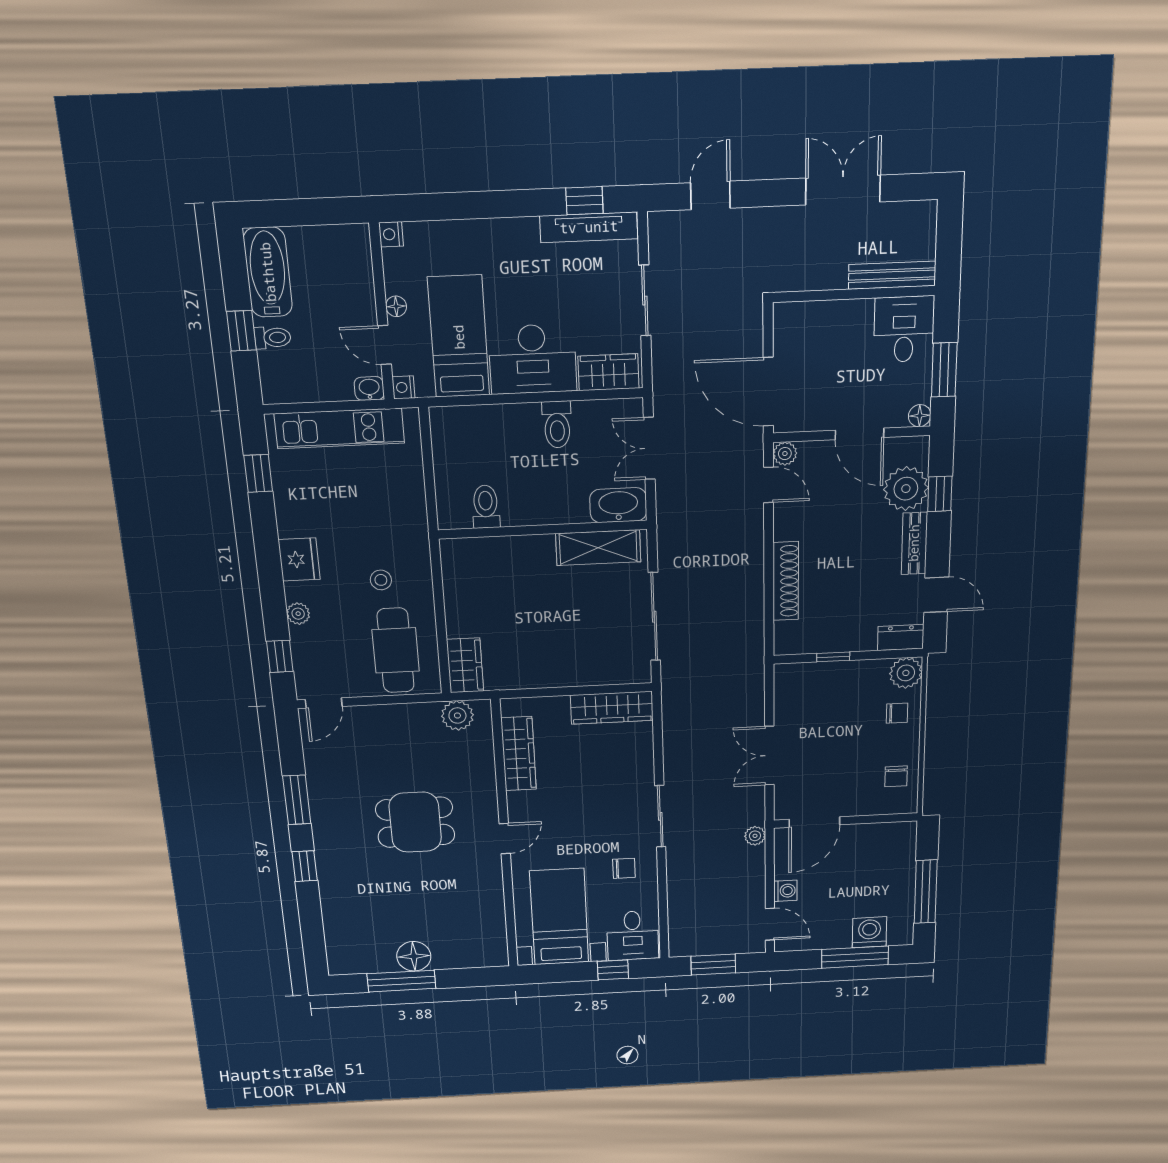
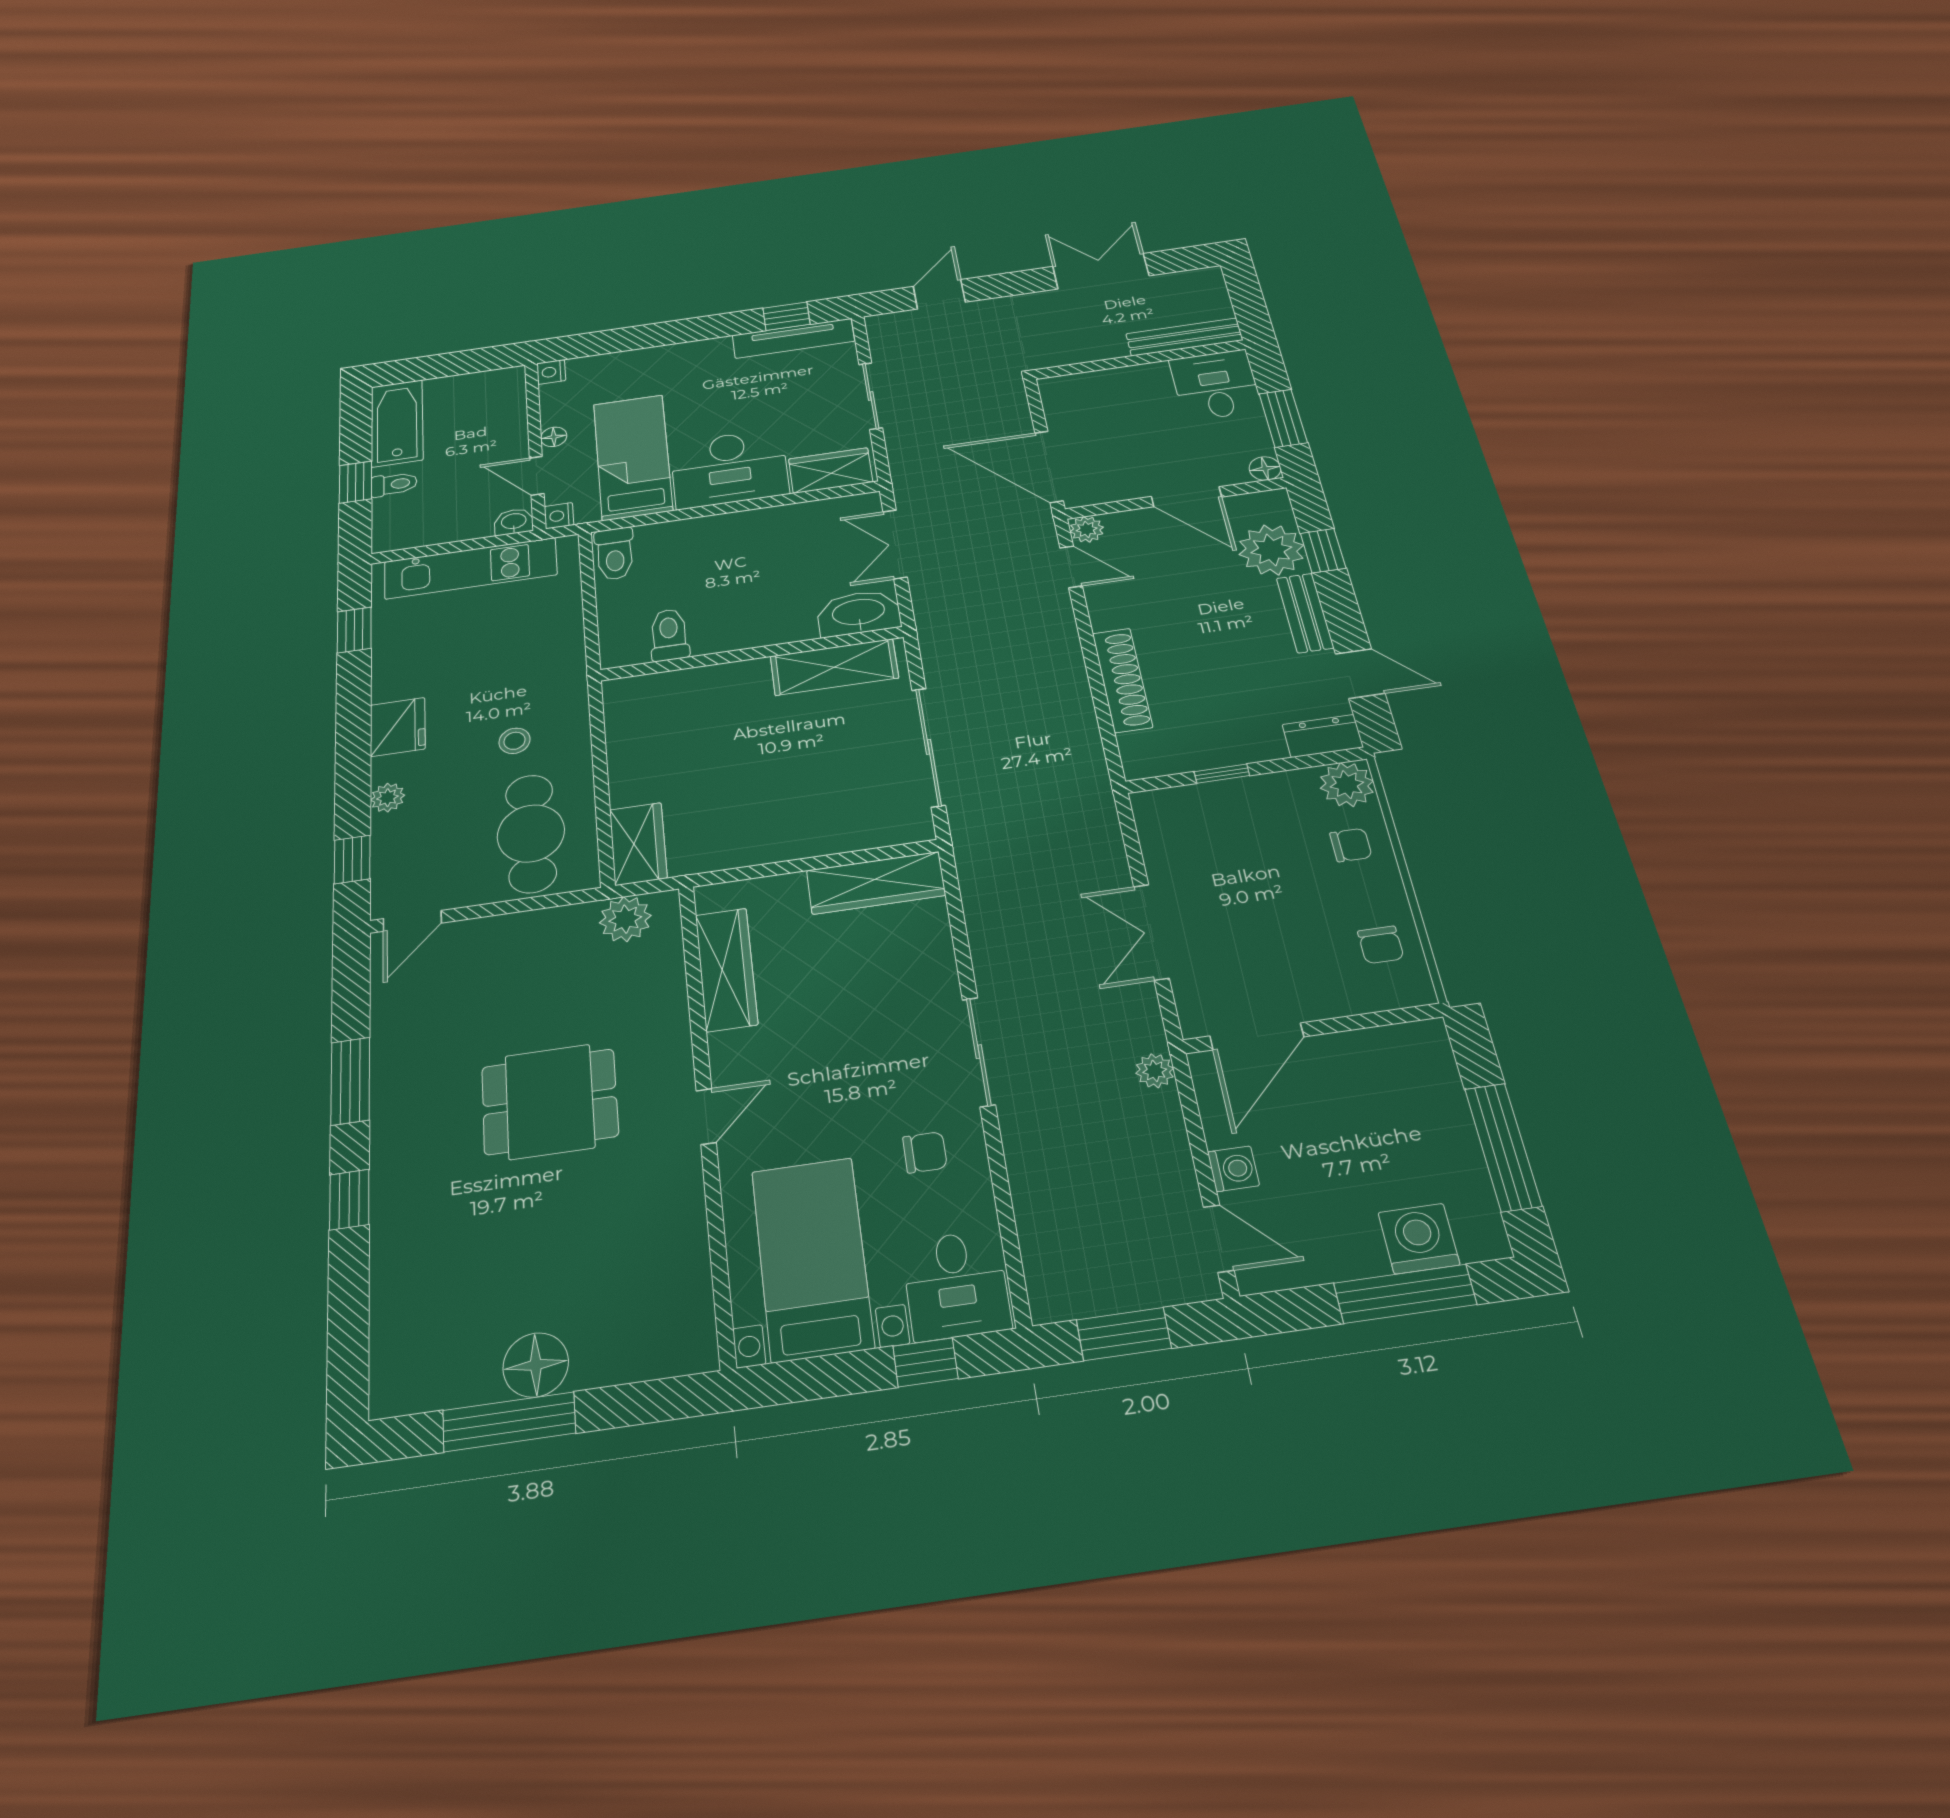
toilet: (557, 424) -> (615, 554), moved

